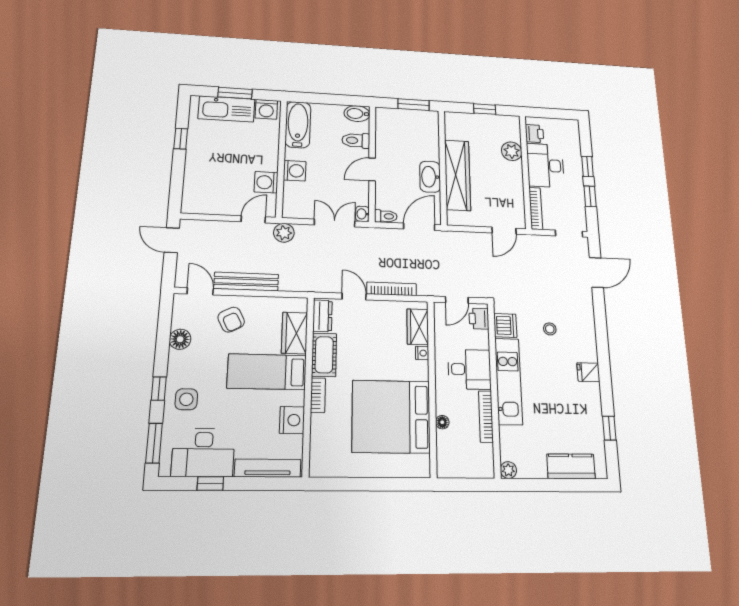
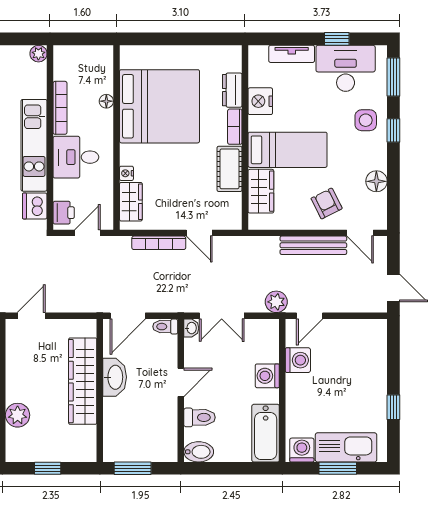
dresser: (323, 316) -> (232, 90), moved
tv unit: (268, 468) -> (292, 54), width x0.71

